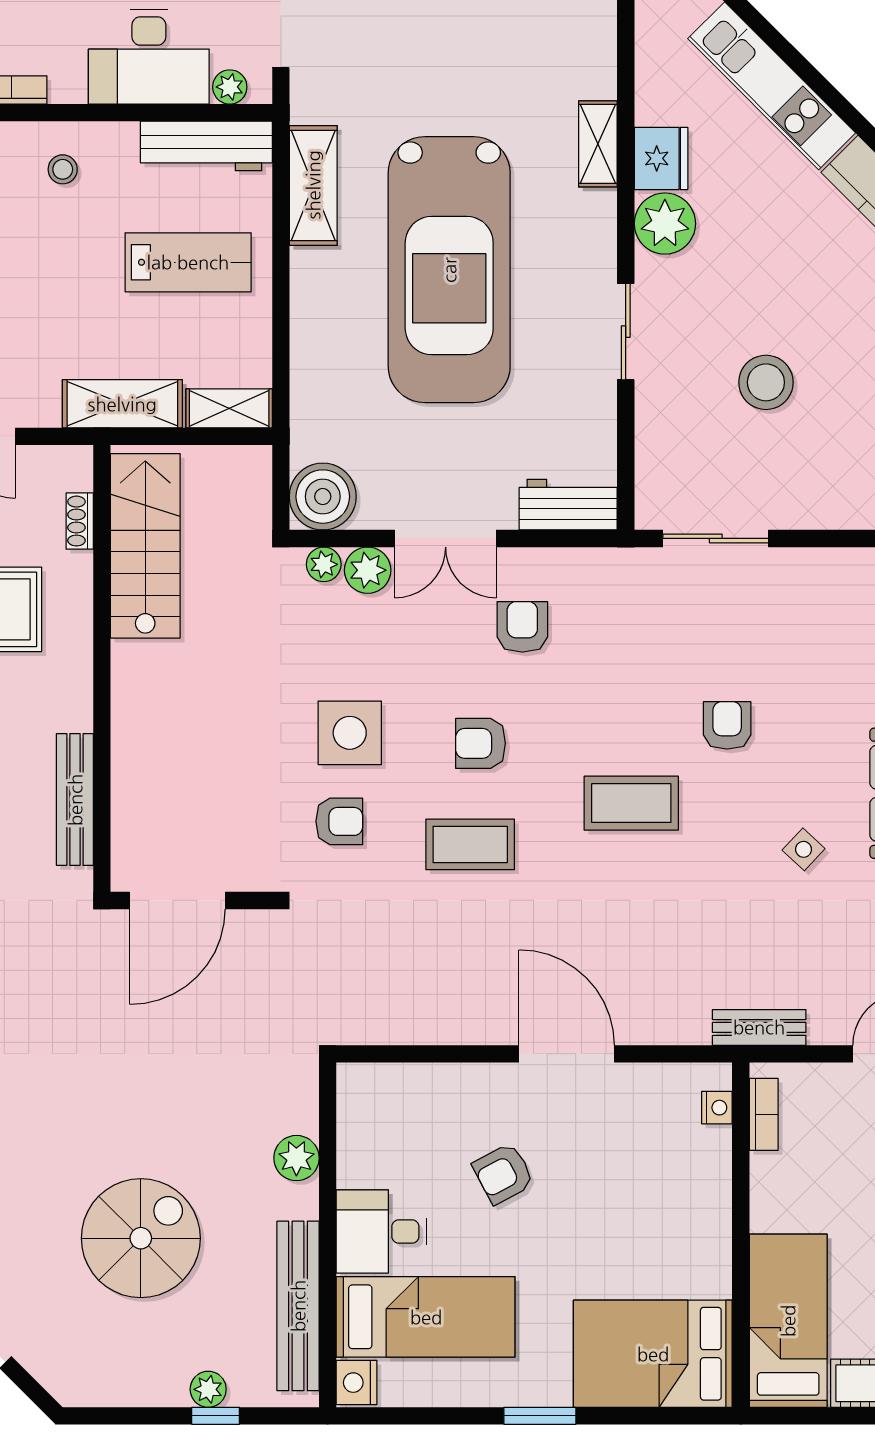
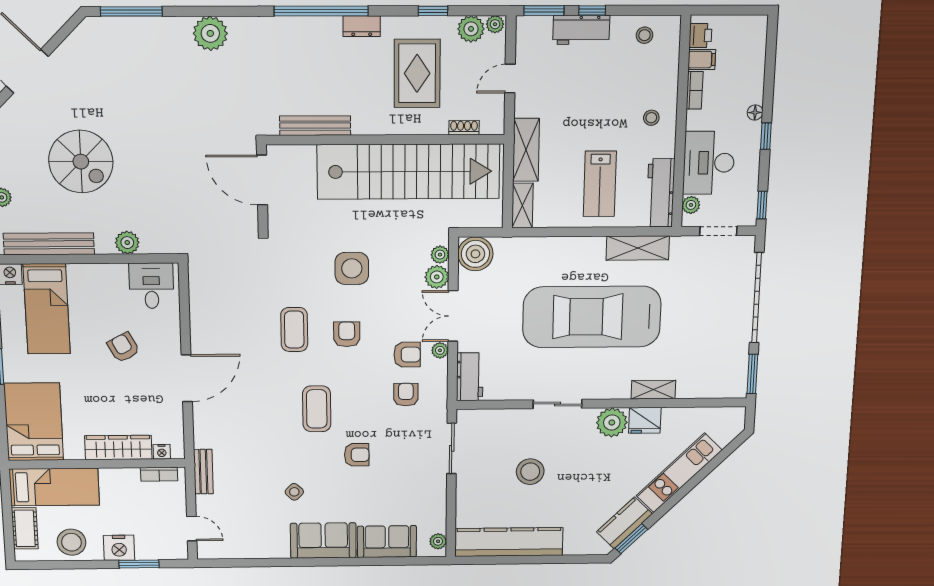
stairs: (145, 546) -> (408, 172), width x1.86, depth x1.51
plant: (514, 563) -> (440, 350), added
armchair: (339, 821) -> (406, 395), moved, turned 180
wardrobe: (707, 1192) -> (118, 447), added
desk: (381, 1231) -> (151, 286), moved

